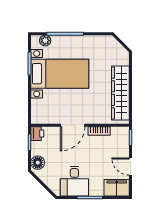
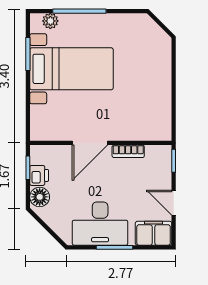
wardrobe: (120, 93) -> (159, 97), removed
printer: (37, 134) -> (39, 175), moved
desk: (74, 181) -> (100, 224), width x1.37

